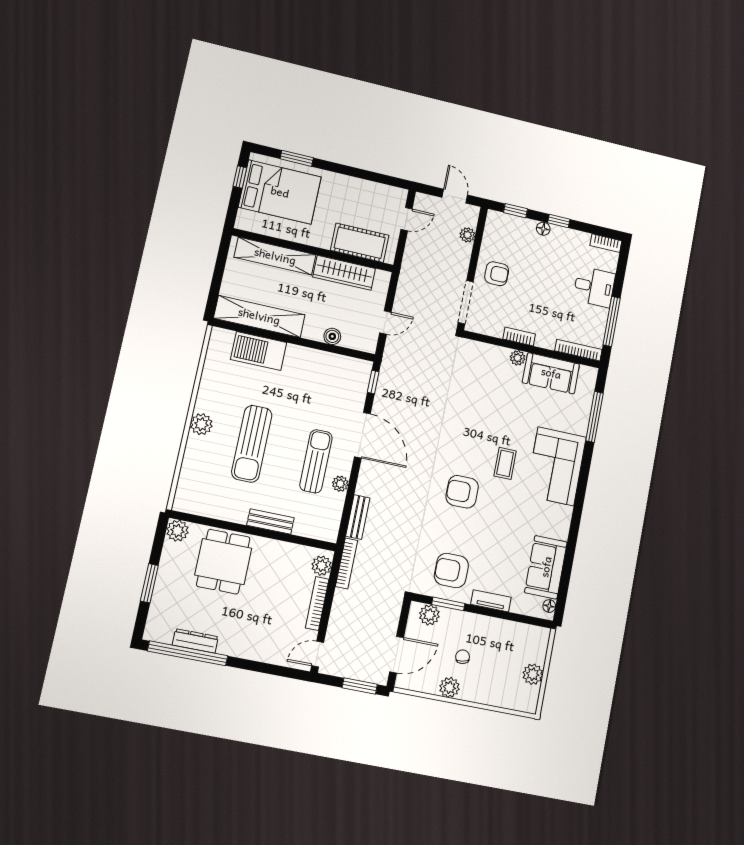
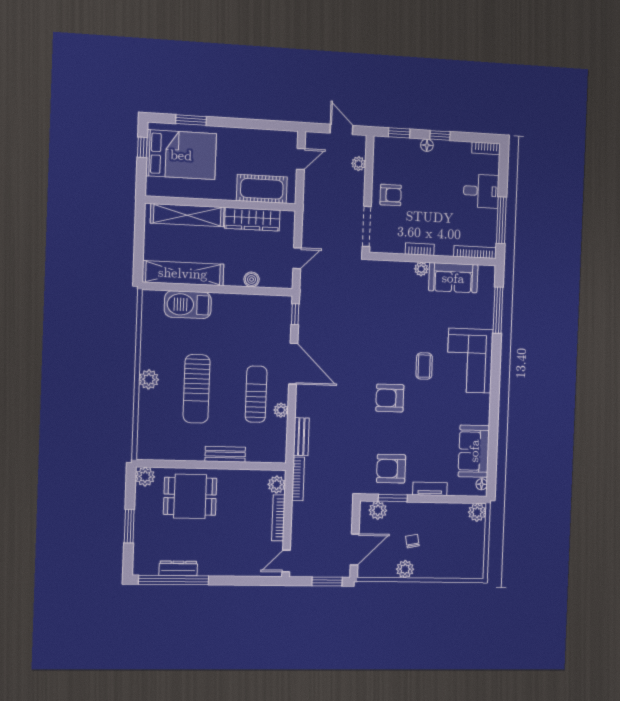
dining table: (223, 562) -> (190, 496), turned 90
plant: (533, 674) -> (477, 512), moved

